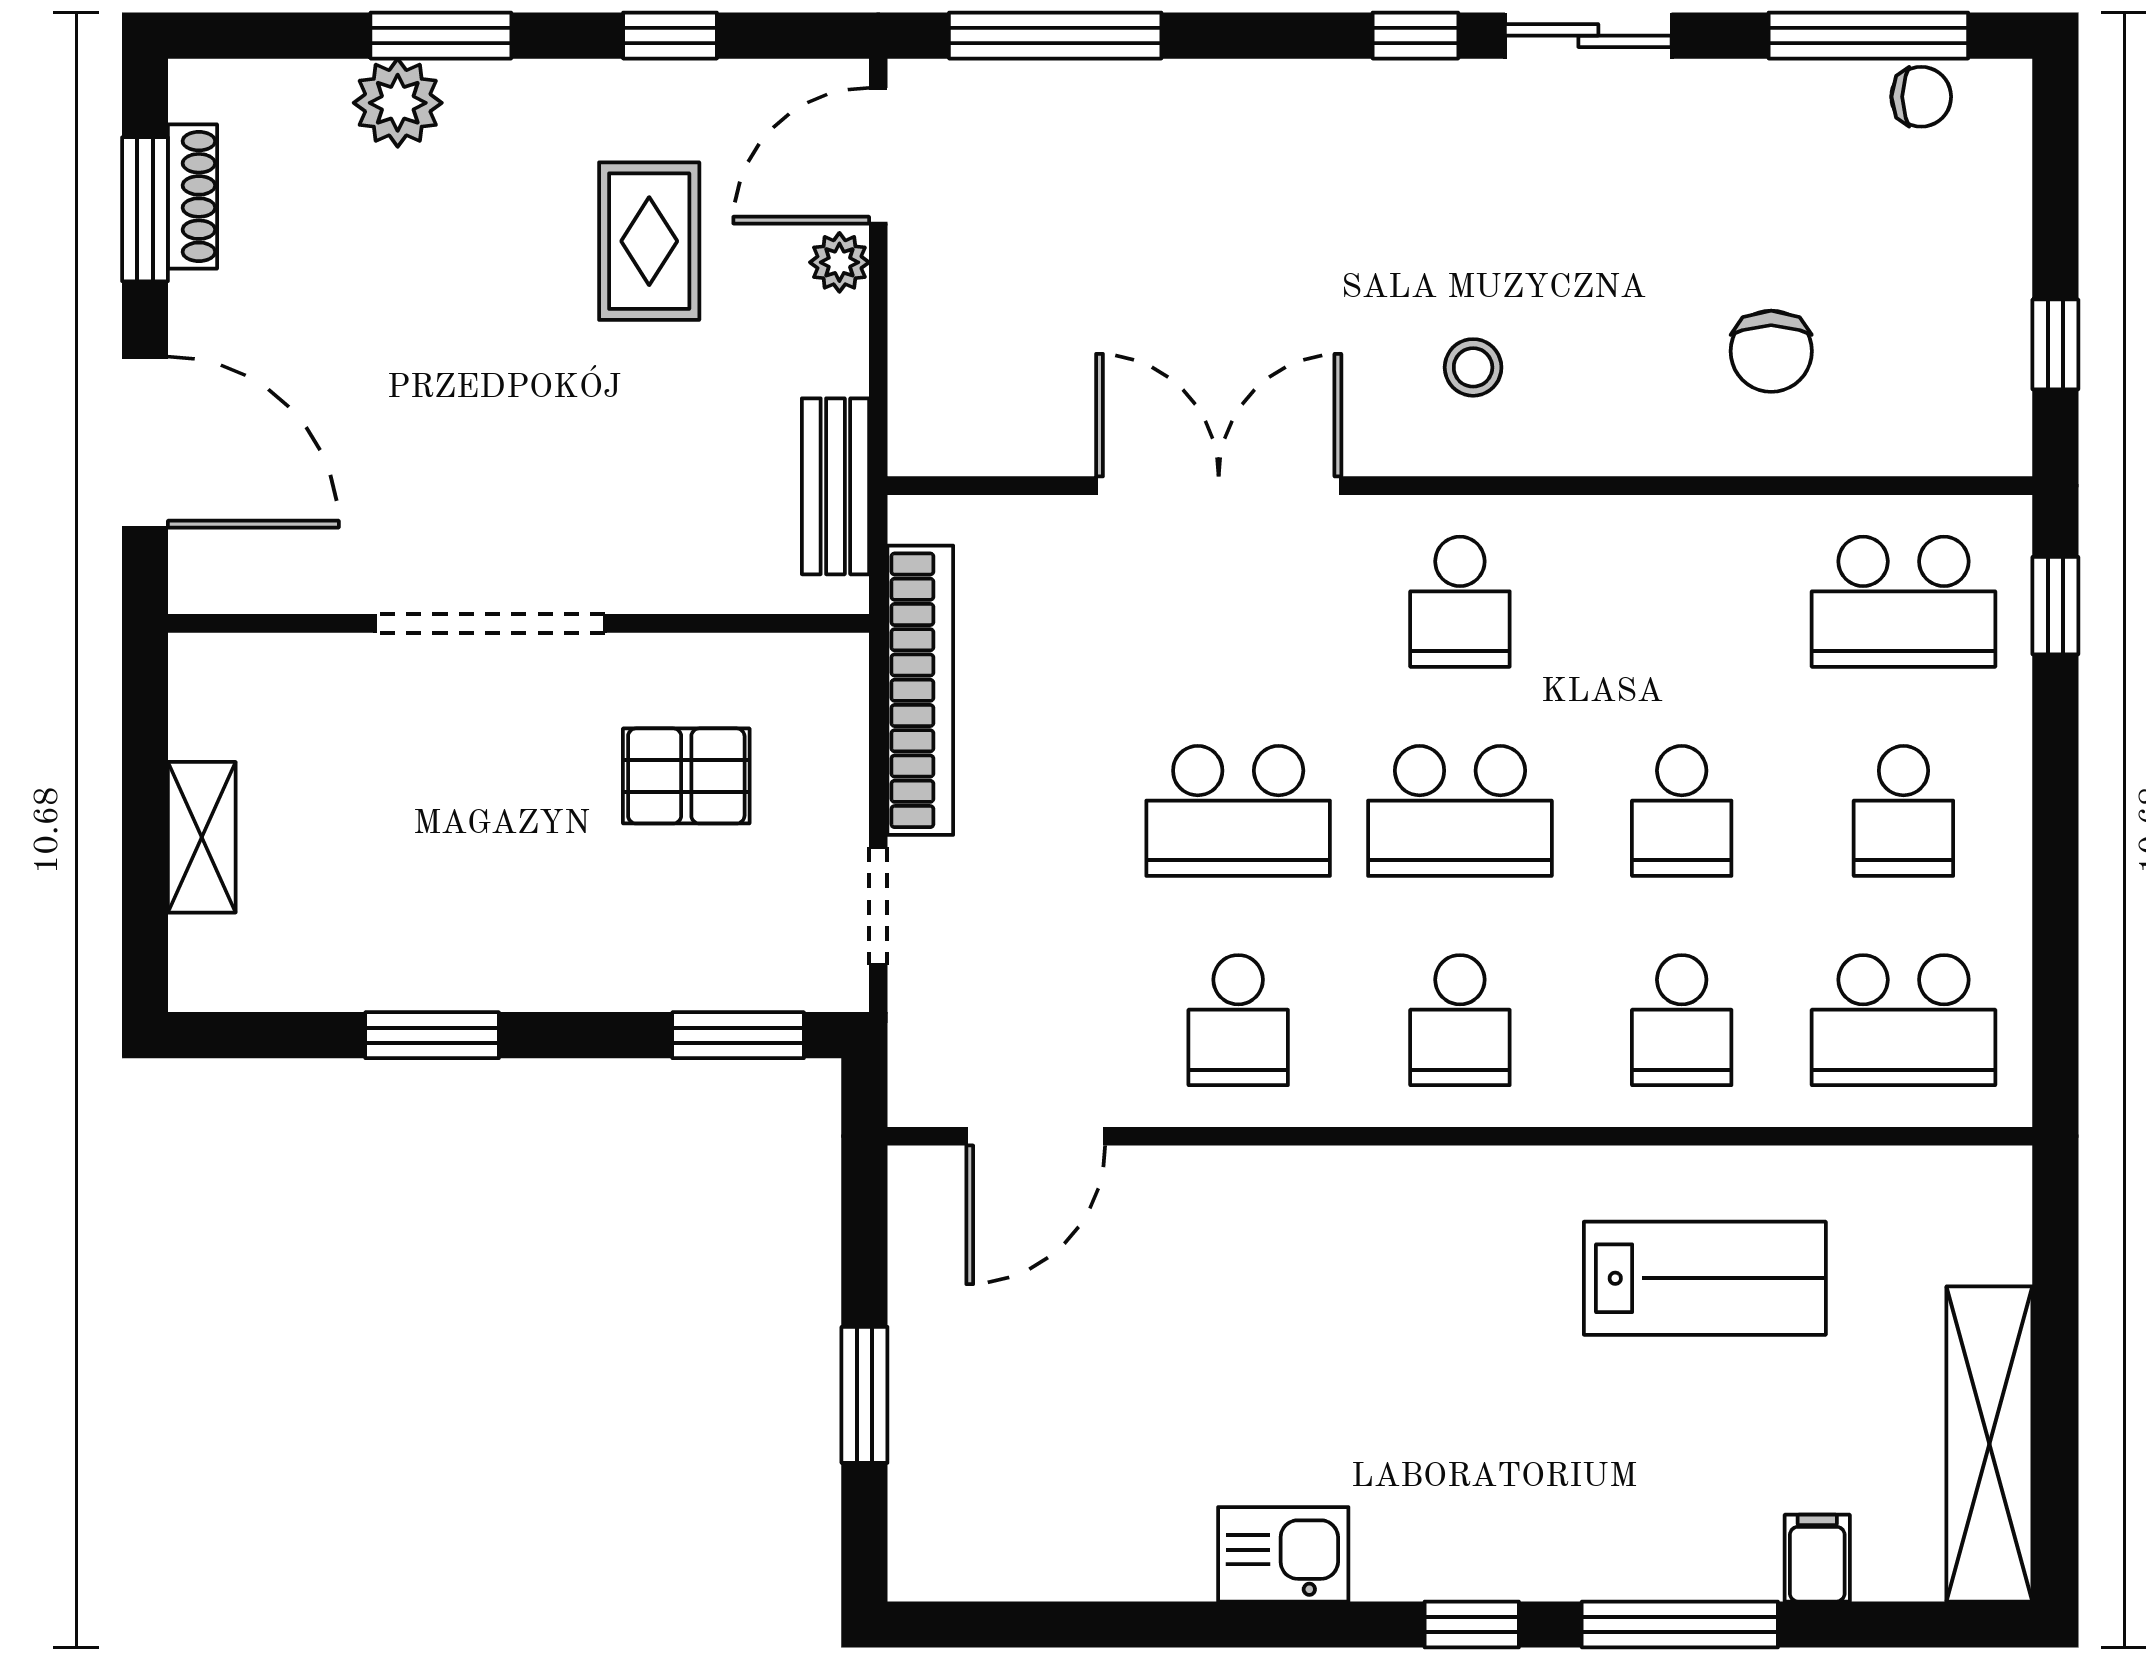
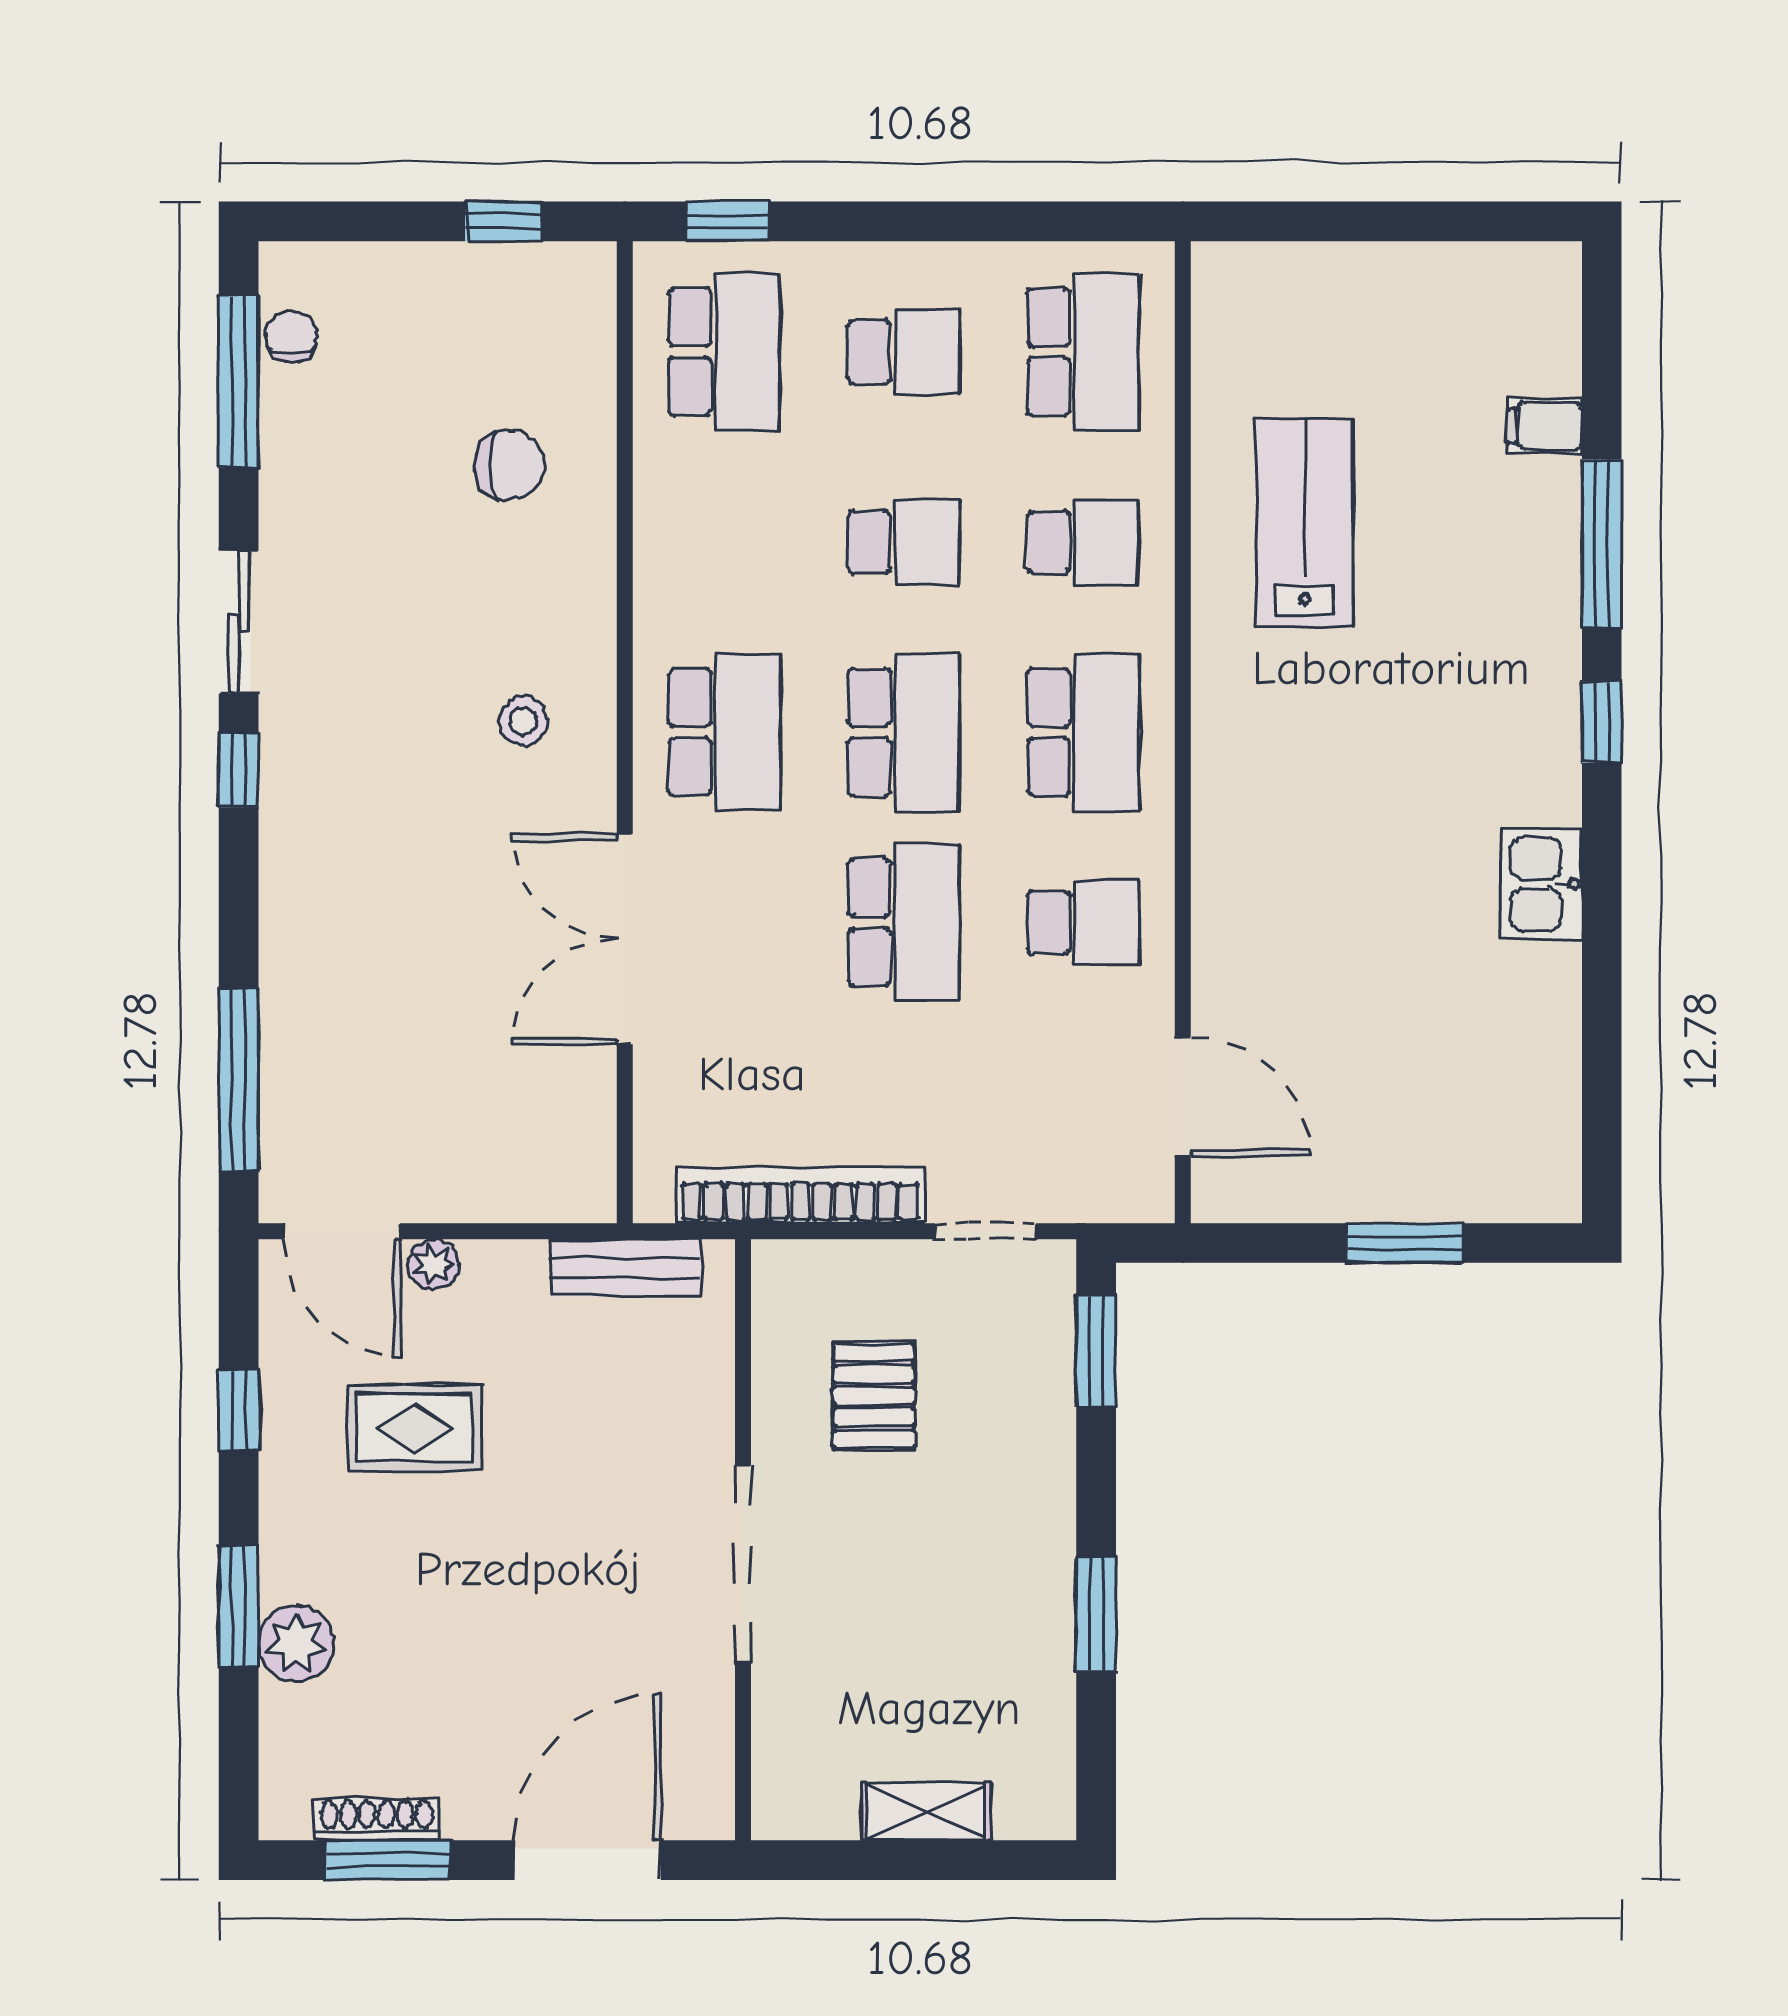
school desk: (1460, 602) -> (724, 732), width x1.85
school desk: (1460, 1020) -> (1083, 732), width x1.85
shelving: (1989, 1444) -> (1447, 278), removed

